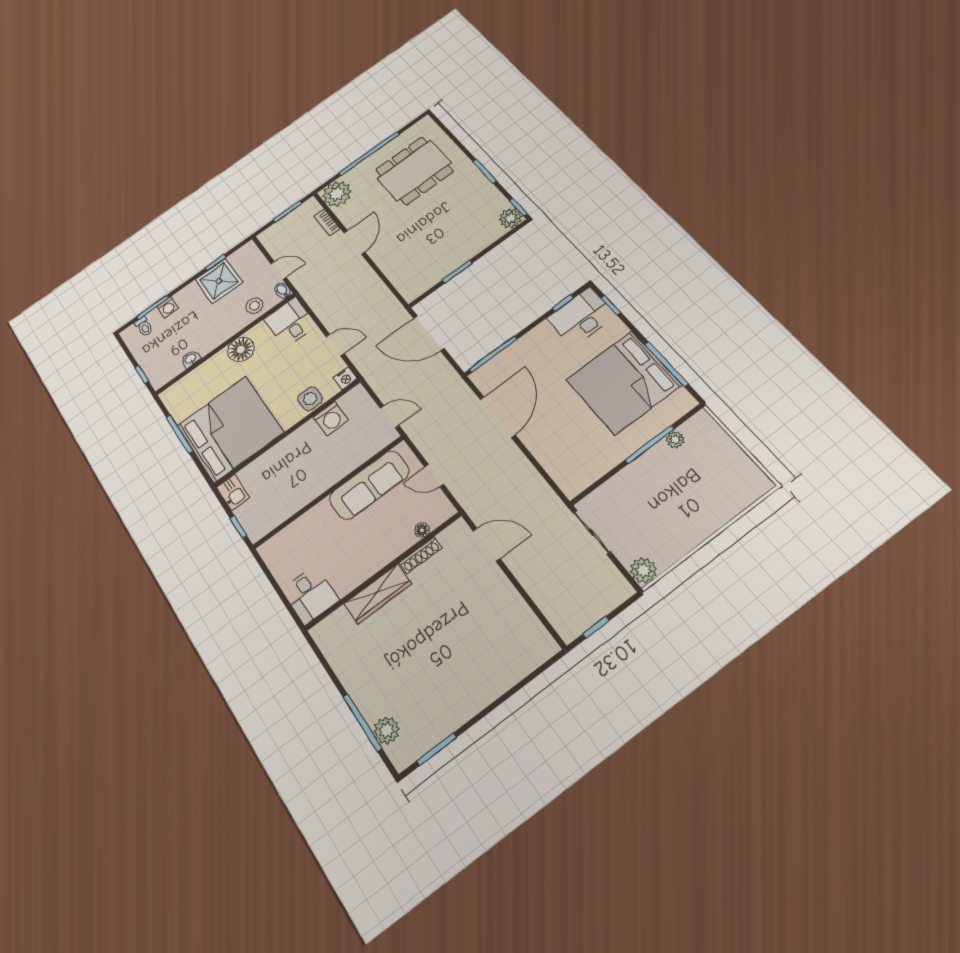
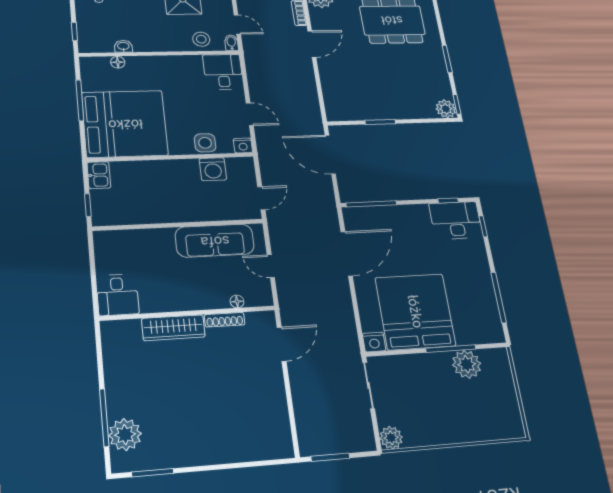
floor lamp: (241, 349) -> (118, 62), moved, width x0.53, depth x0.53
bed: (624, 382) -> (415, 312), moved, turned 90
door: (389, 417) -> (261, 198), hinge flipped
plant: (675, 440) -> (467, 364), width x1.87, depth x1.87
nightstand: (572, 486) -> (374, 342), added
door: (487, 545) -> (282, 344), hinge flipped
window: (596, 627) -> (330, 457), width x1.50
plant: (386, 730) -> (125, 435), width x1.36, depth x1.36

